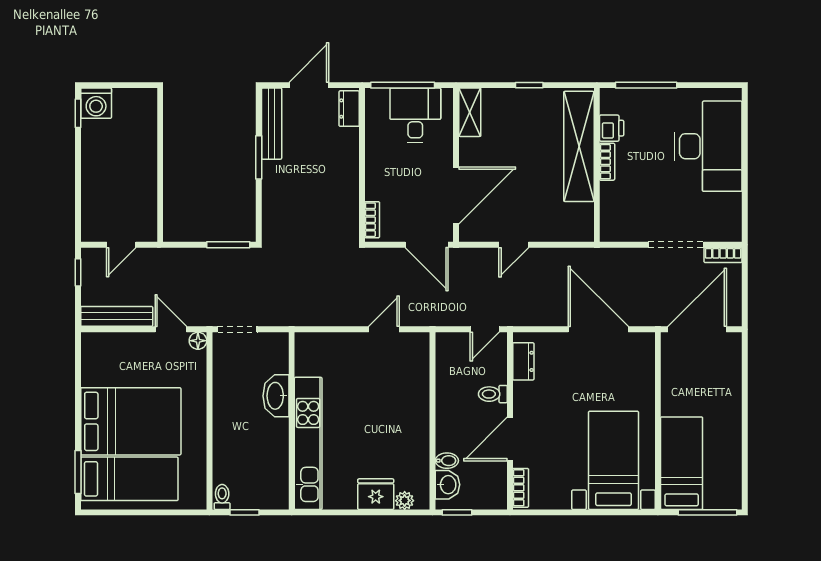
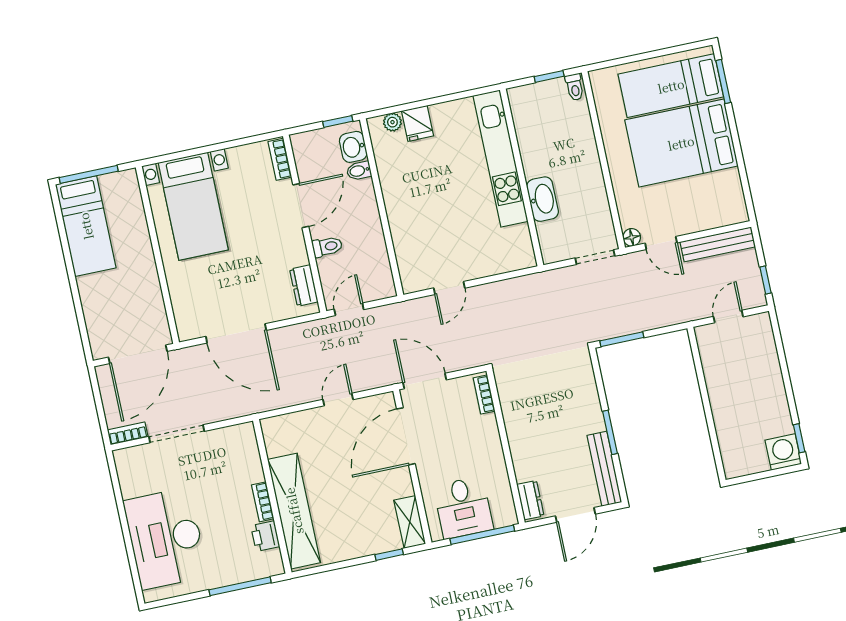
window: (529, 85) -> (389, 555), moved
bed: (682, 463) -> (86, 226), moved
fridge: (376, 494) -> (418, 123), width x0.72

